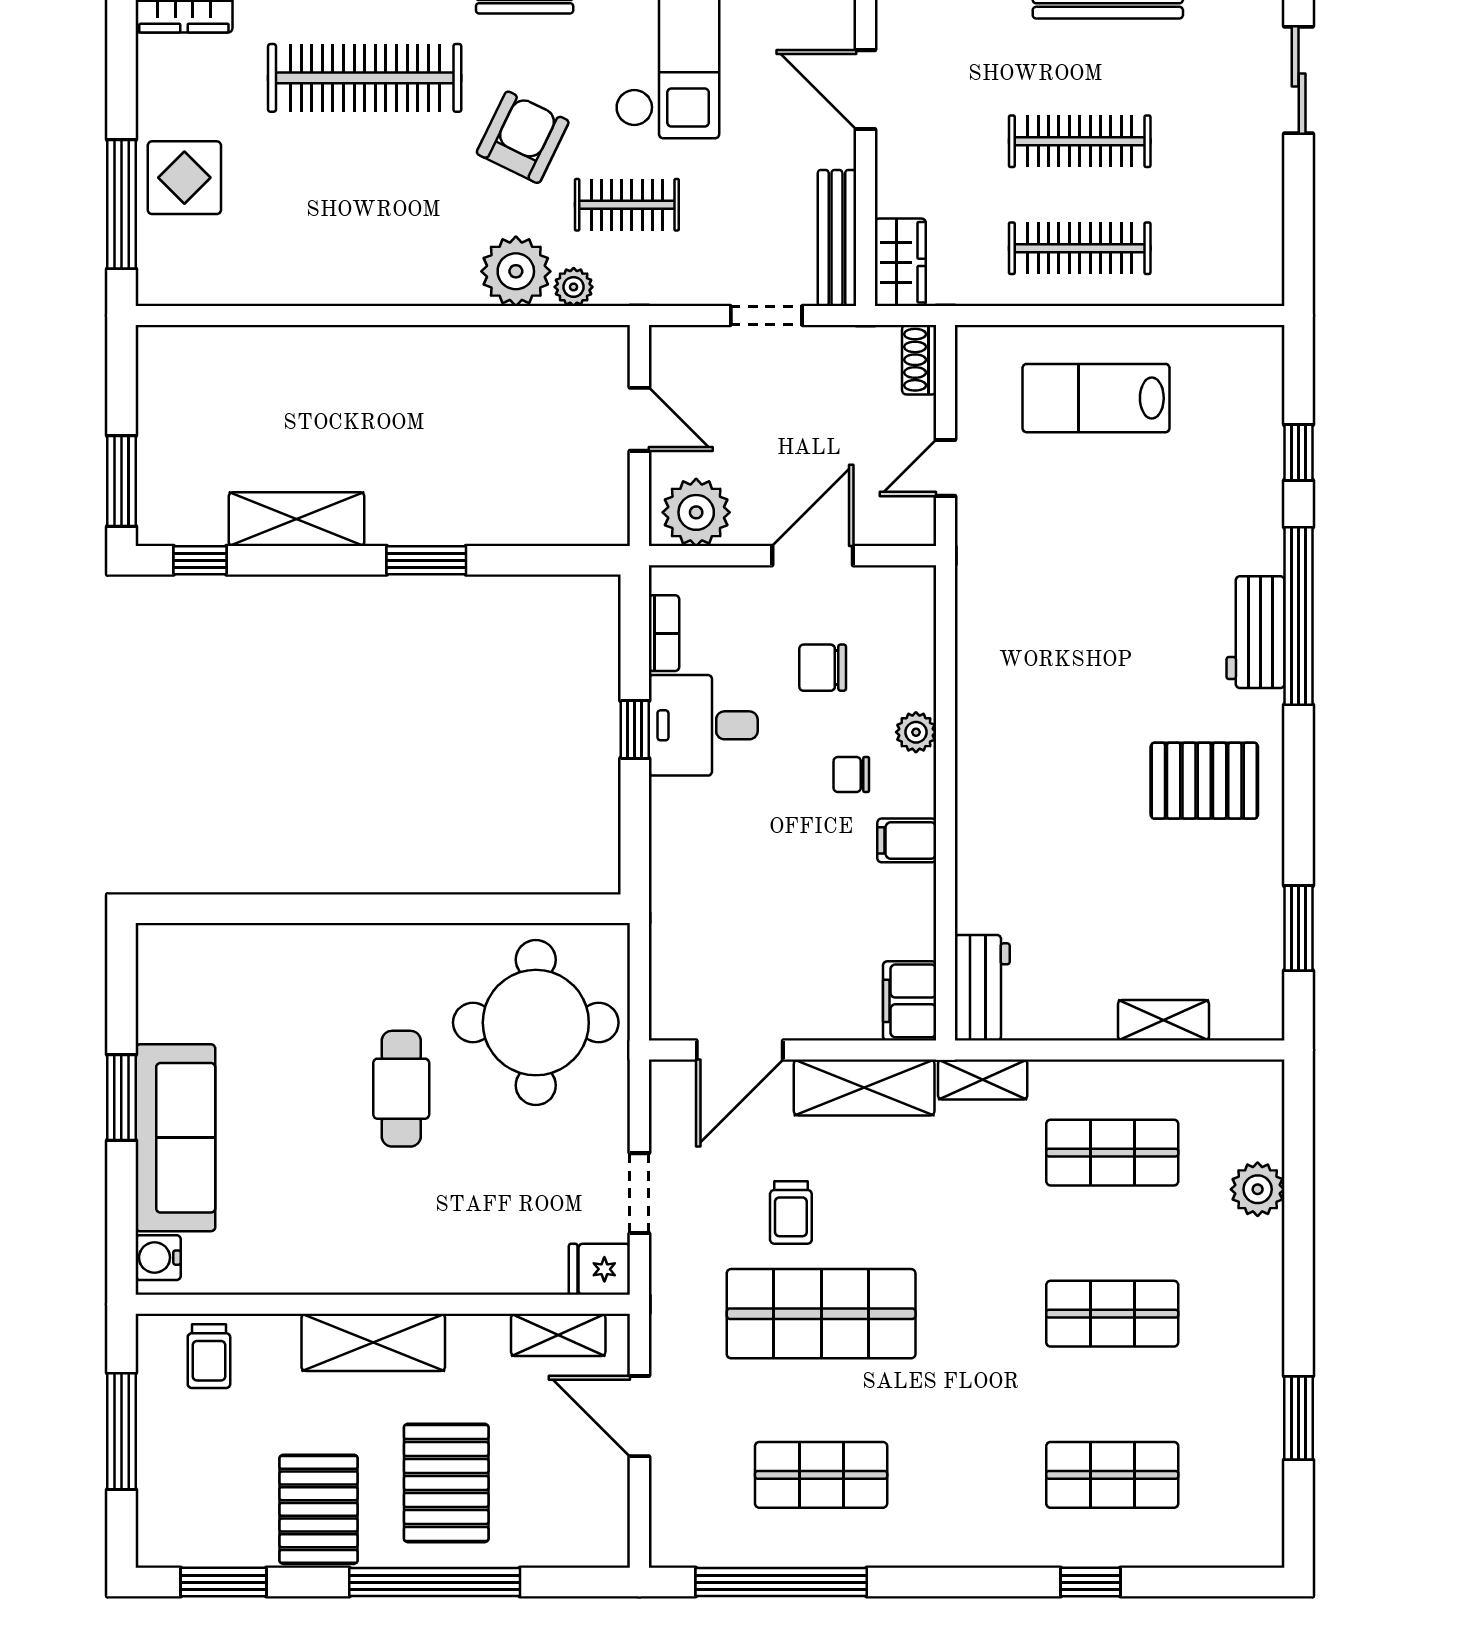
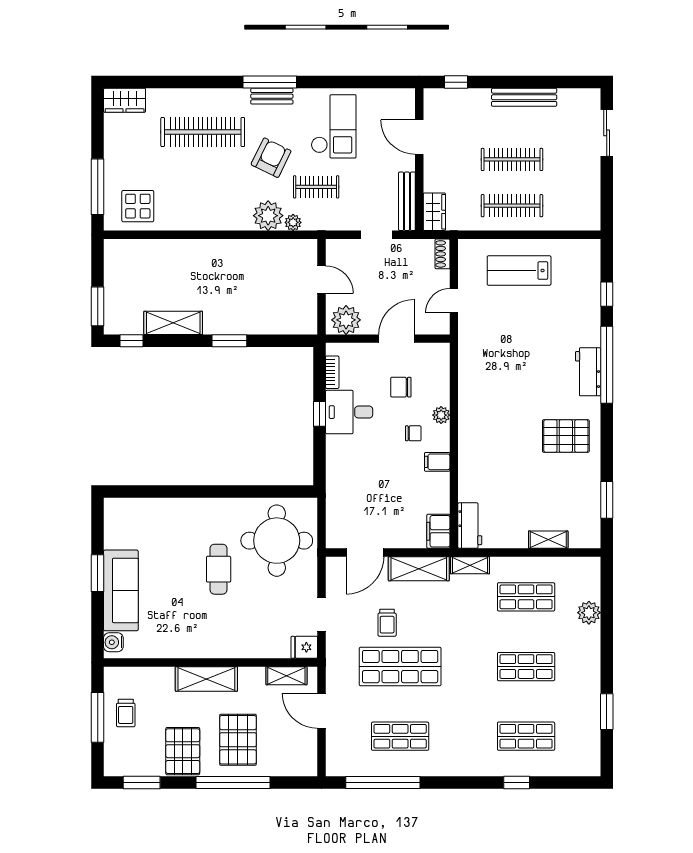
display table: (184, 178) -> (138, 206), moved
chair: (851, 775) -> (413, 433), turned 180
trolley: (209, 1356) -> (126, 713), moved

